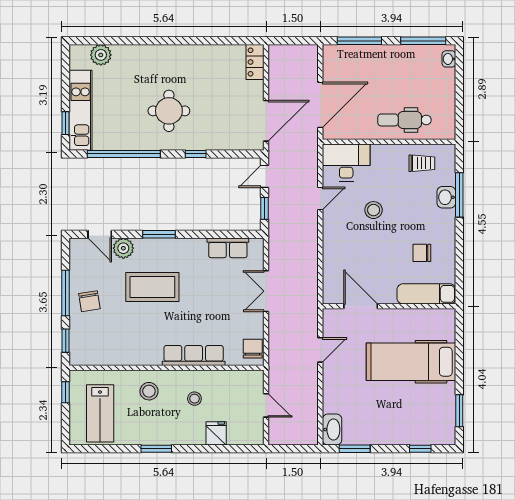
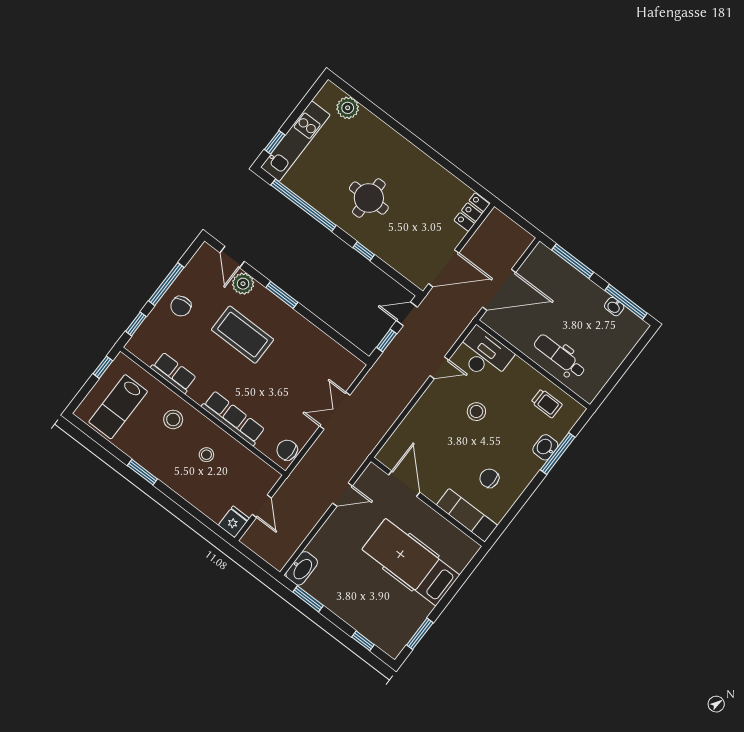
washbasin: (449, 59) -> (614, 307), moved, turned -90
row of seats: (228, 248) -> (174, 373), moved, turned 180
chair: (253, 349) -> (287, 450), turned -90
fridge: (216, 433) -> (234, 522), moved

